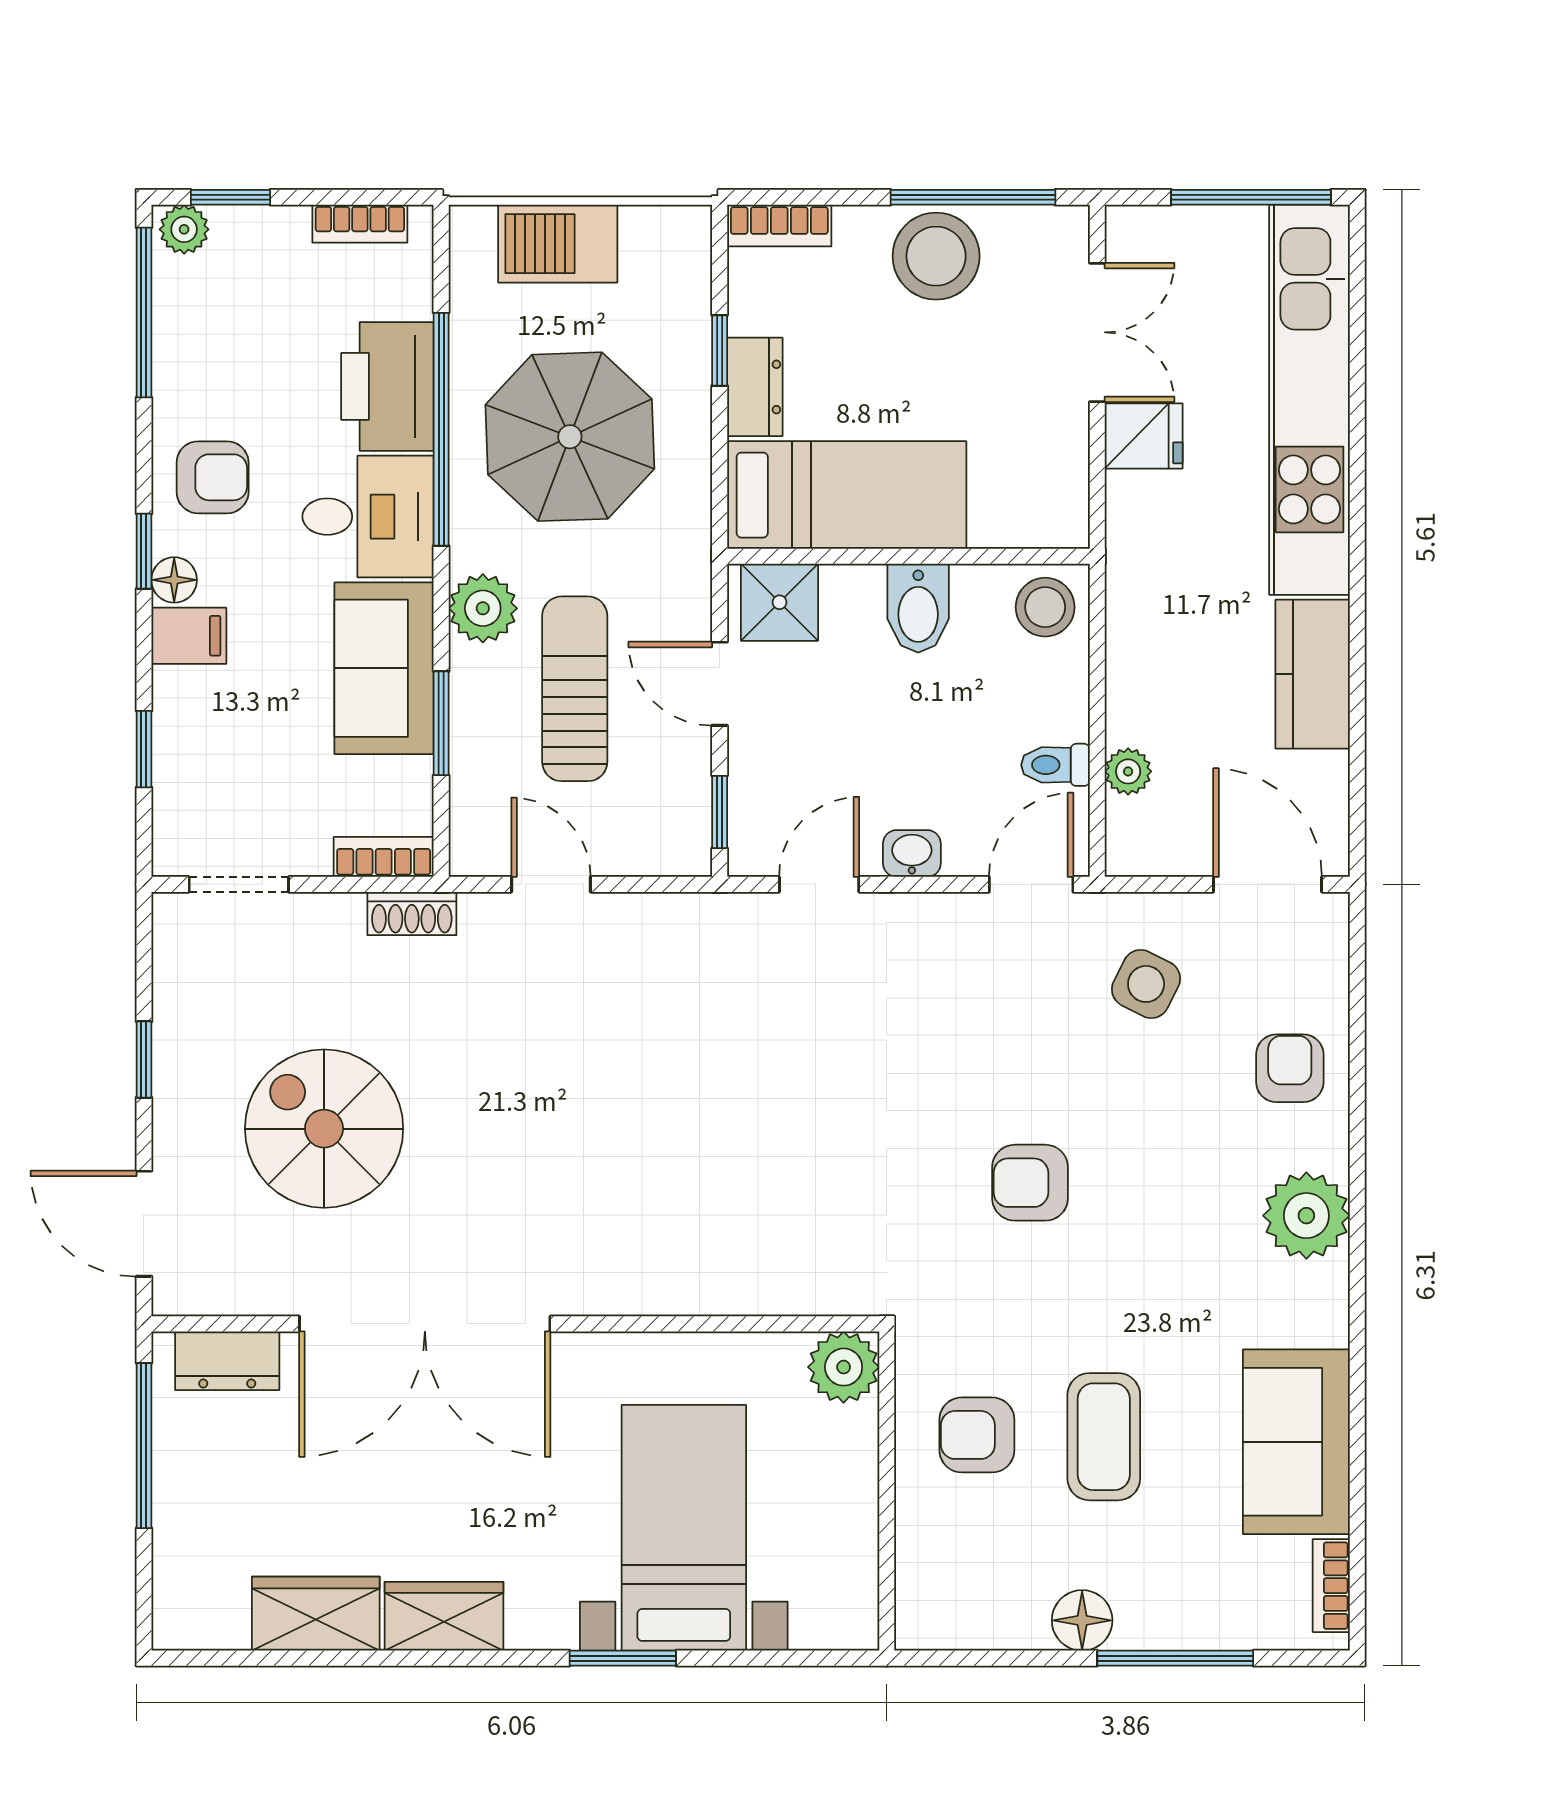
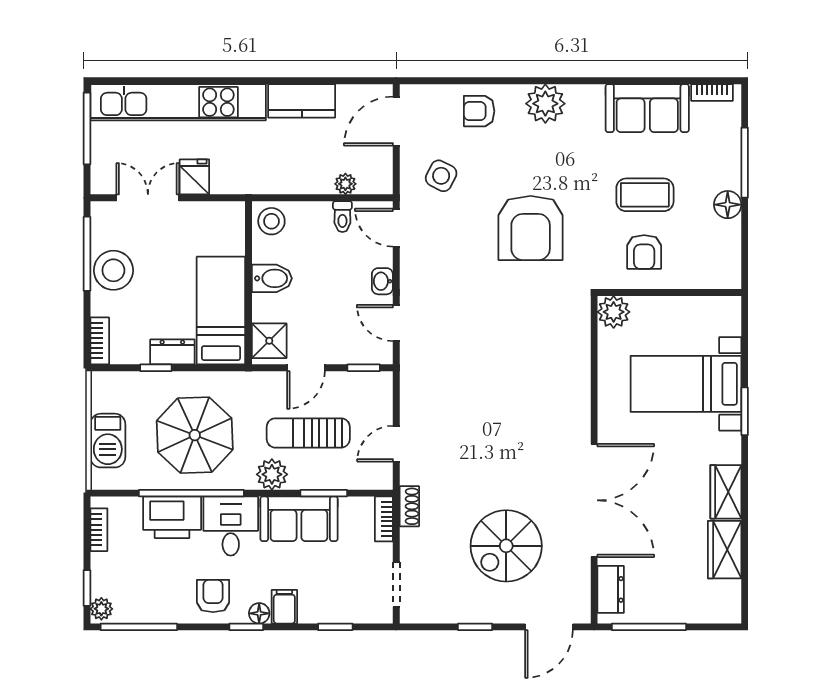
armchair: (1030, 1183) -> (531, 228), width x1.88, depth x1.88

